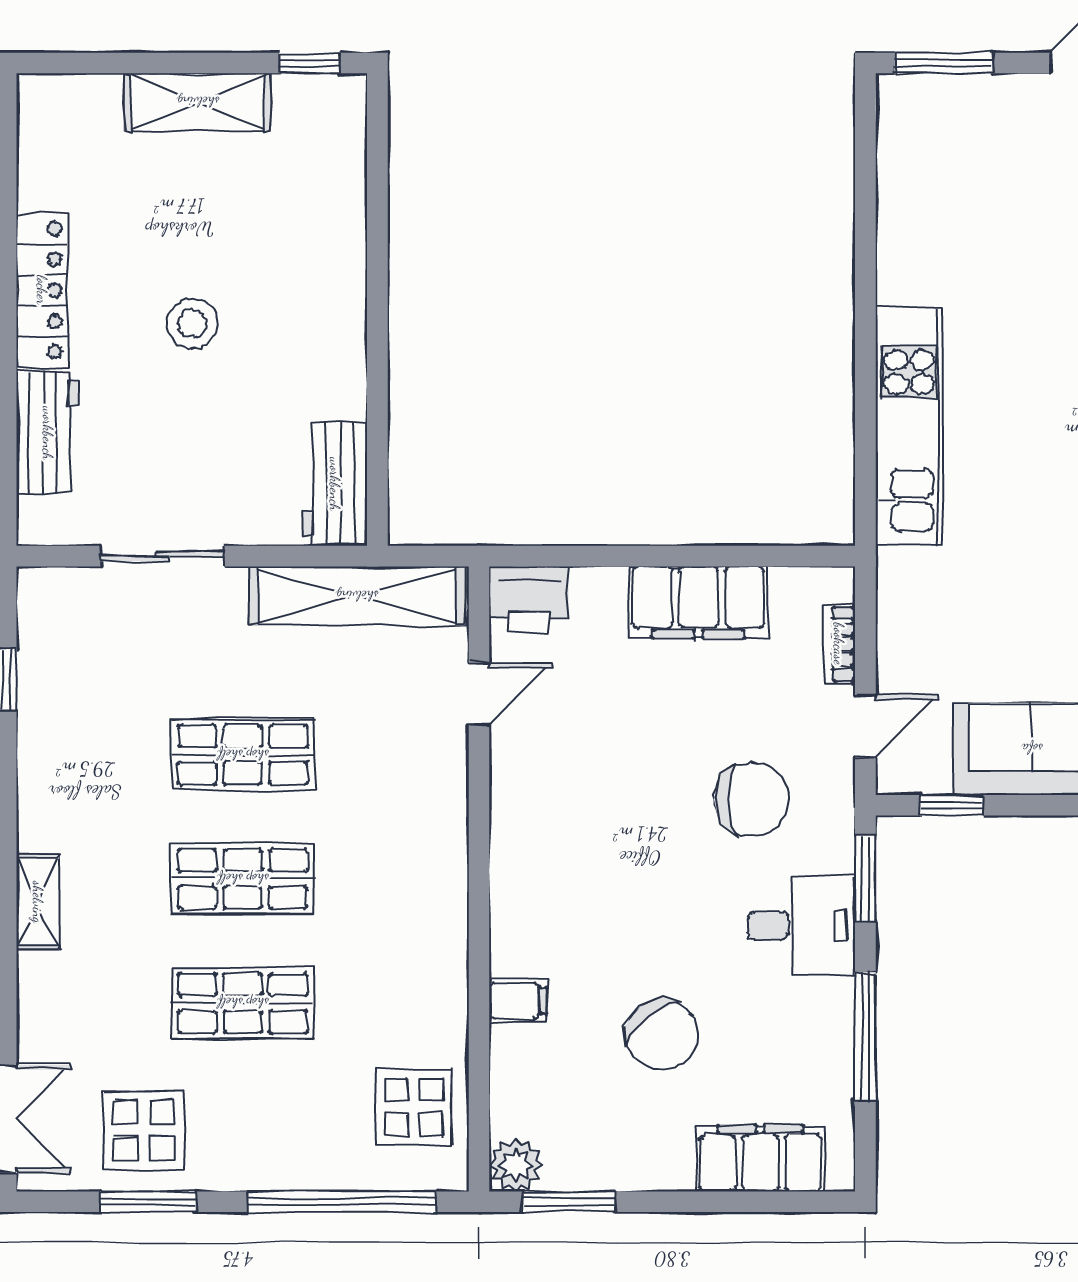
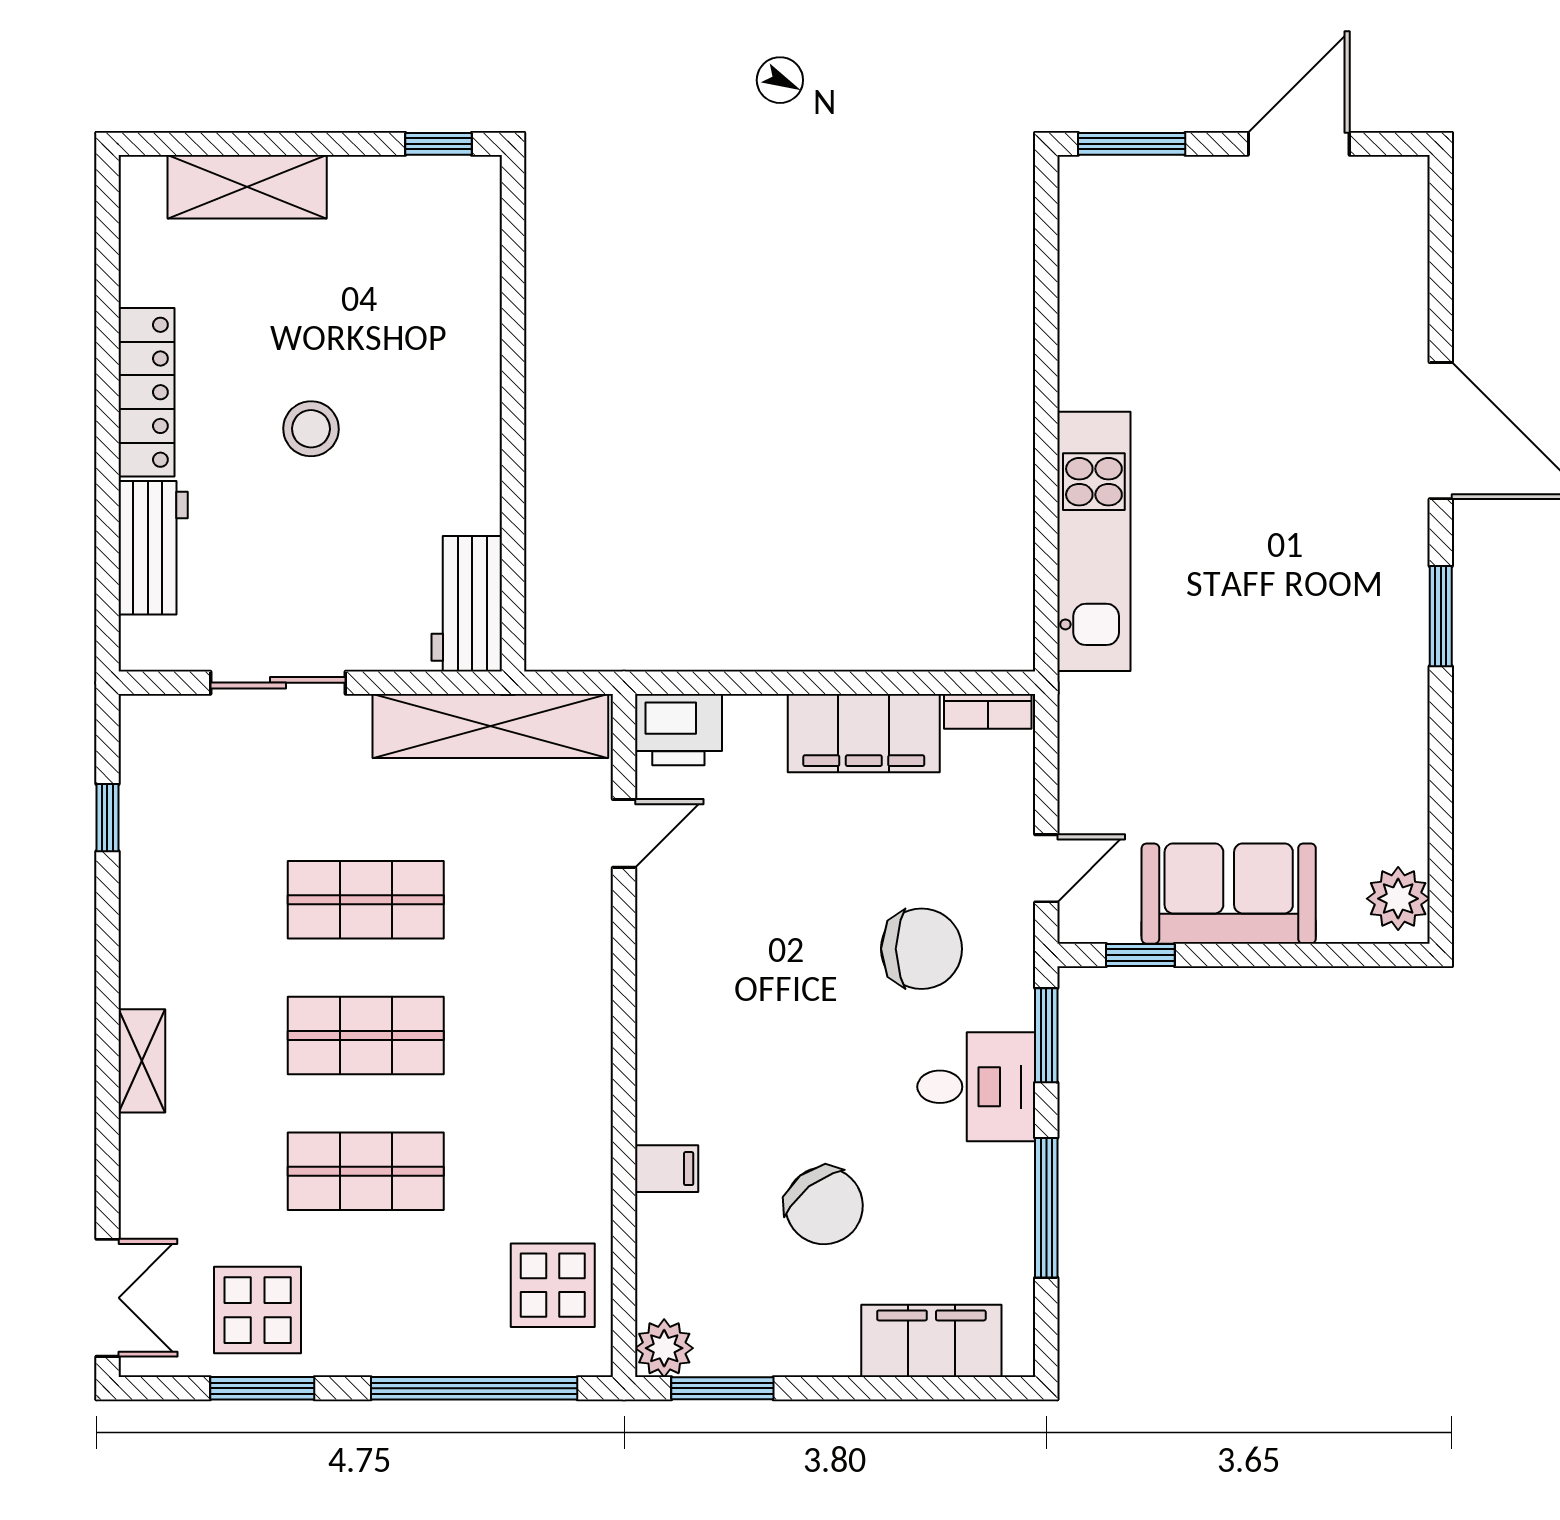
shelving: (198, 102) -> (247, 187), moved
bookcase: (839, 644) -> (988, 711), moved, turned -90

